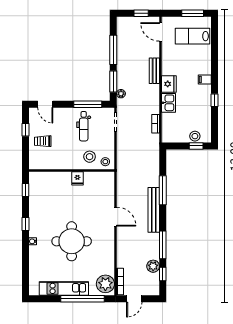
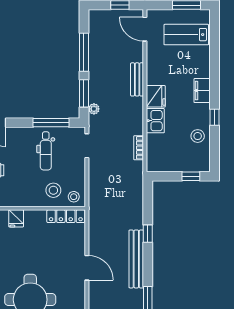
filing cabinet: (205, 79) -> (202, 91), width x2.00
stool: (195, 136) -> (198, 136), moved
locker: (99, 177) -> (66, 216), added
fridge: (77, 178) -> (16, 218), moved
window: (163, 190) -> (148, 234), width x0.46

